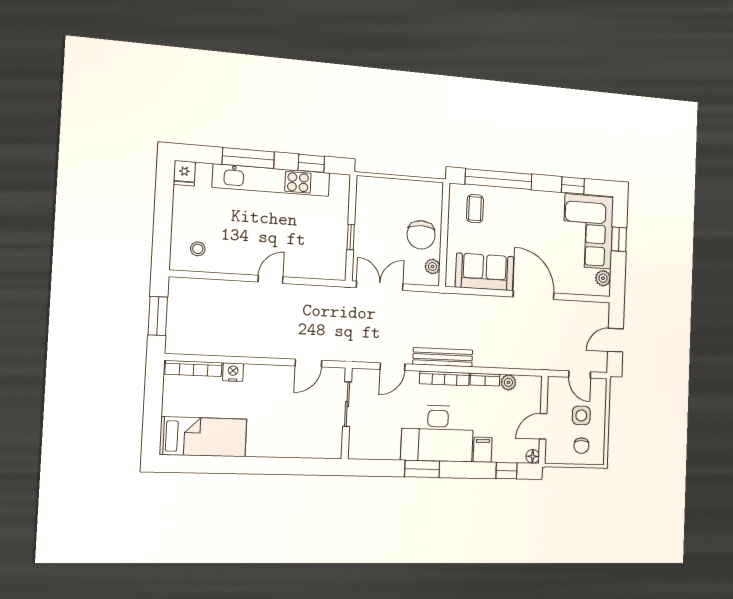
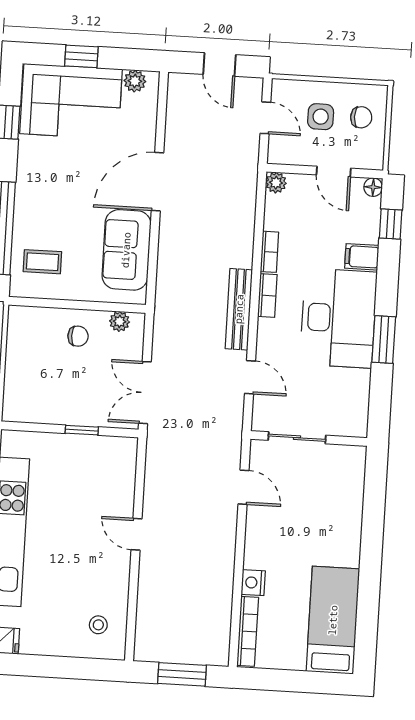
chair: (421, 235) -> (78, 336), width x0.54, depth x0.54
door: (580, 375) -> (265, 118), hinge flipped
bookcase: (444, 378) -> (267, 296), width x0.64
plant: (508, 382) -> (276, 183), moved

